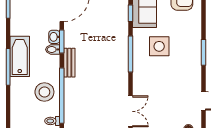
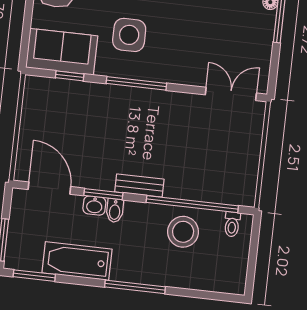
bathtub: (20, 56) -> (77, 261), moved

